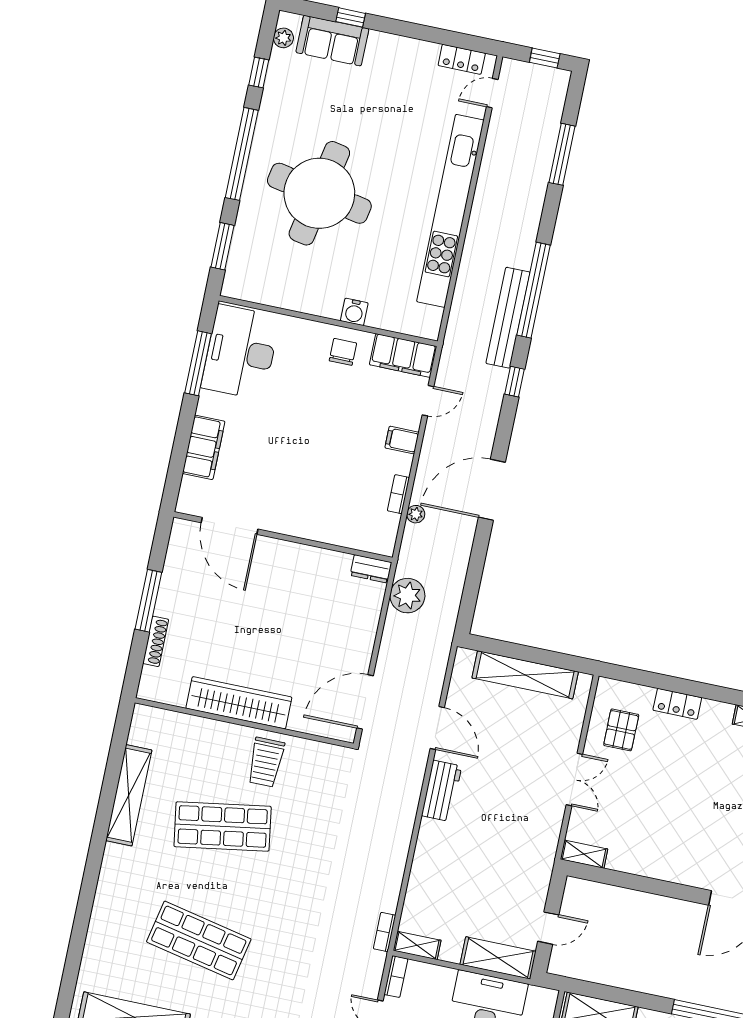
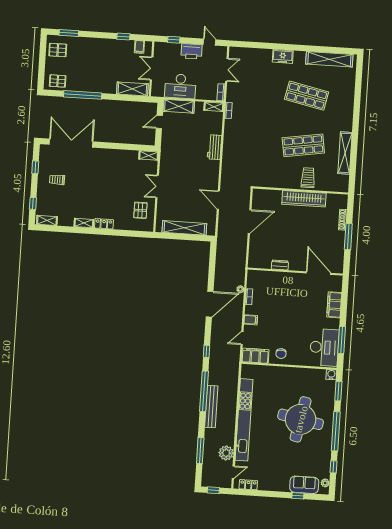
water cooler: (354, 312) -> (331, 375), moved
bench: (508, 318) -> (211, 407), moved
dresser: (371, 569) -> (280, 265), moved
plant: (407, 596) -> (226, 453), moved
door: (365, 702) -> (250, 222), moved
locker: (677, 704) -> (104, 224), moved
trolley: (266, 762) -> (308, 178), moved
workbench: (442, 791) -> (214, 147), moved

